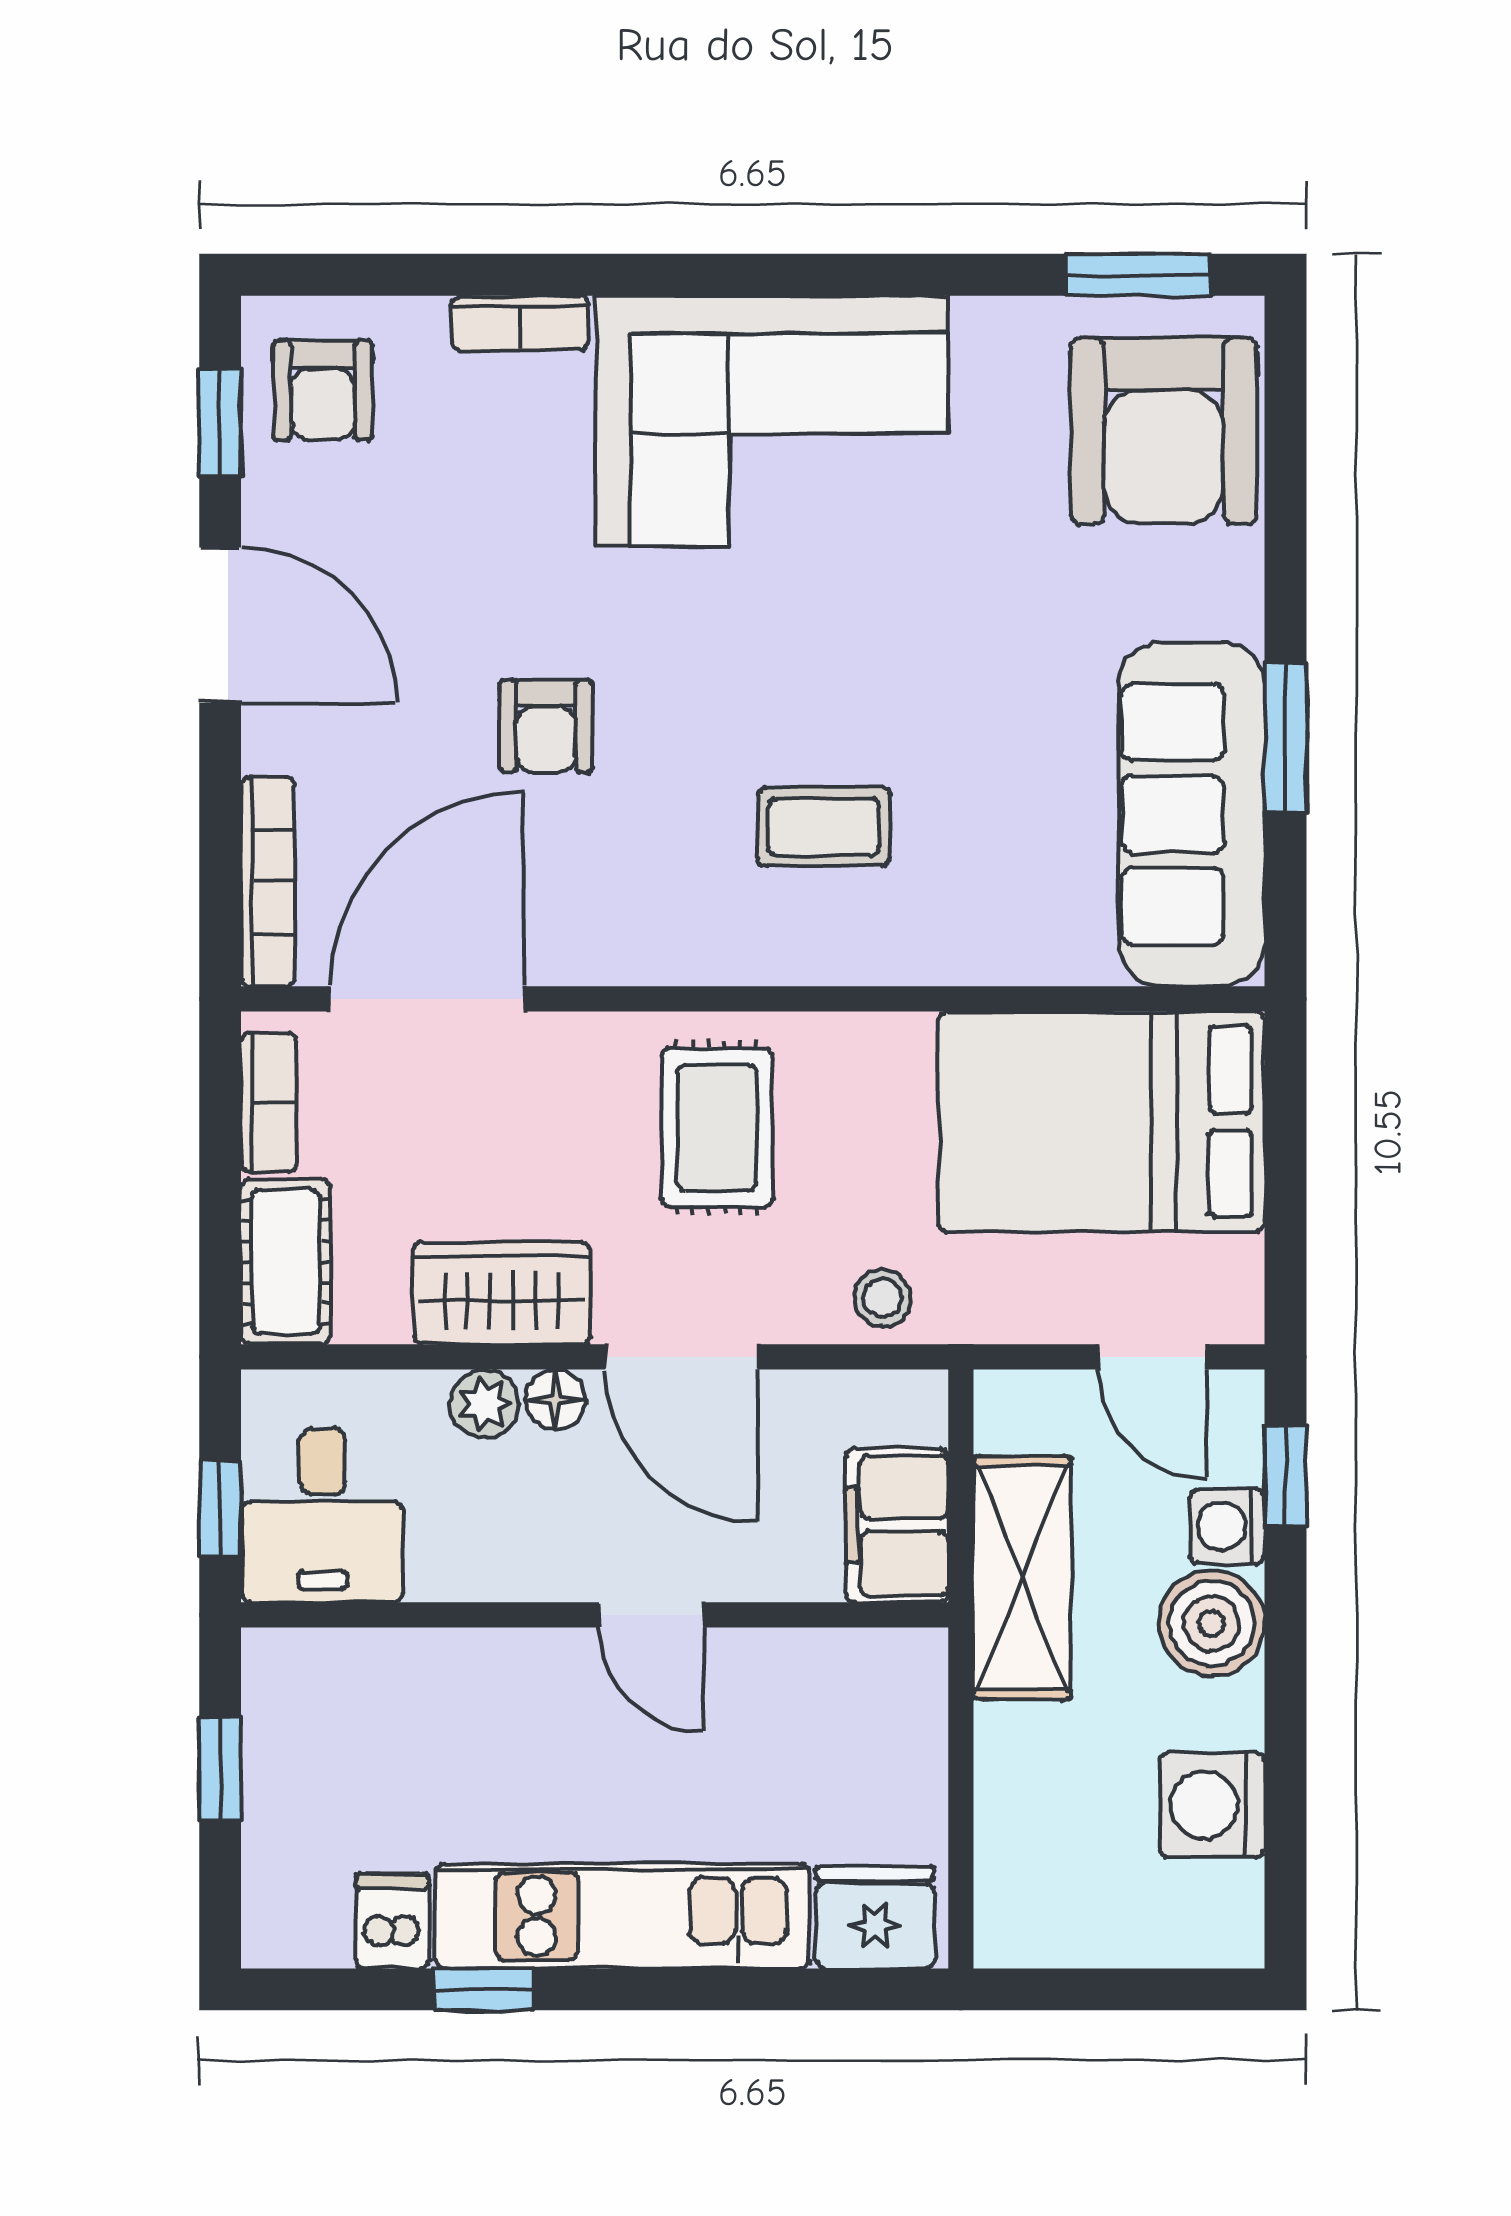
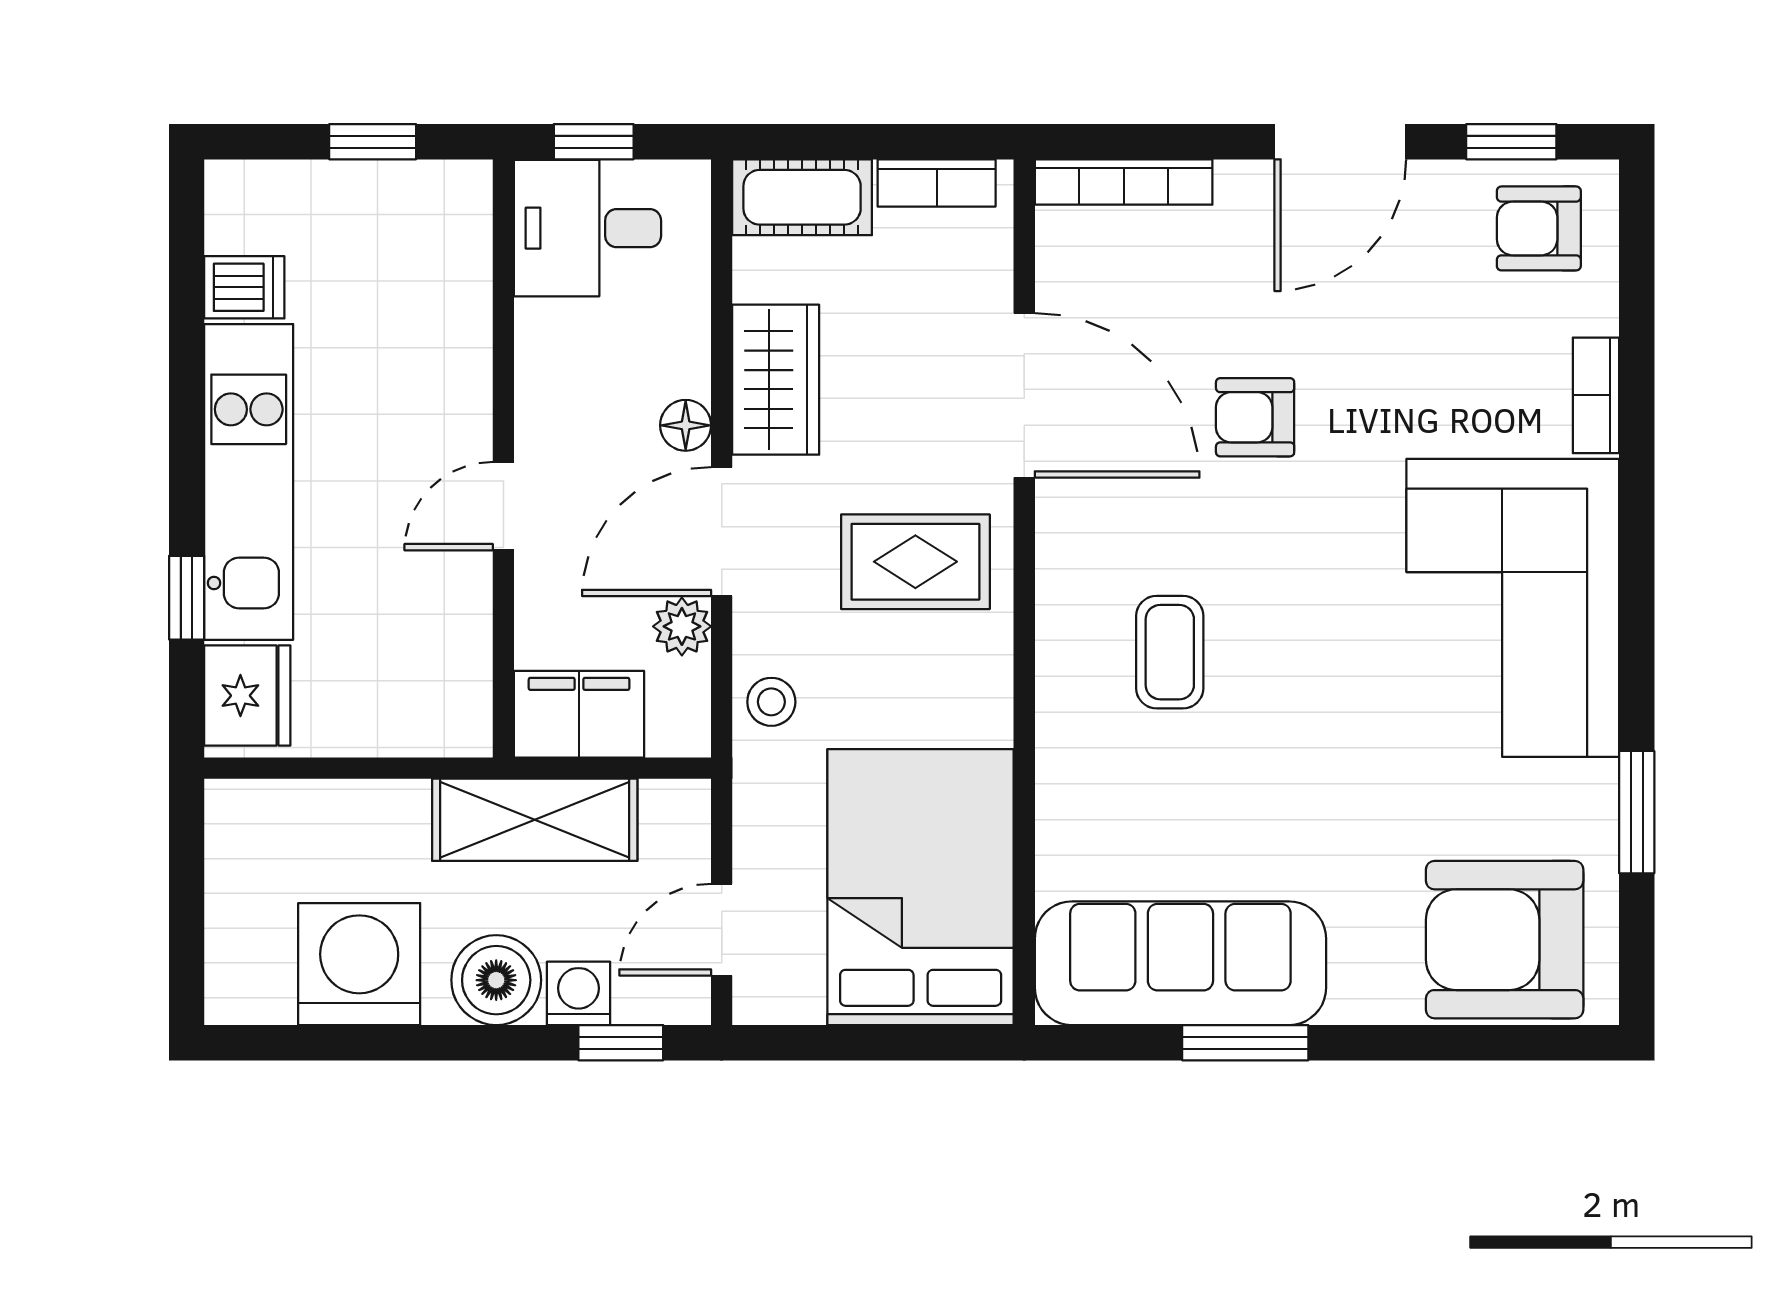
window: (1138, 275) -> (1637, 812), moved
door: (427, 999) -> (1024, 395), moved
plant: (484, 1404) -> (682, 626), moved
washing machine: (1212, 1805) -> (359, 964), width x1.37, depth x1.37
window: (484, 1989) -> (187, 598), moved

